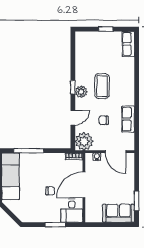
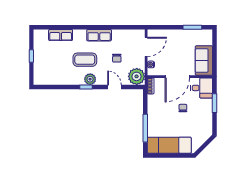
row of seats: (128, 44) -> (61, 35), moved
row of seats: (128, 119) -> (99, 35), moved
door: (84, 185) -> (177, 77), hinge flipped
sofa: (119, 213) -> (204, 61), moved

